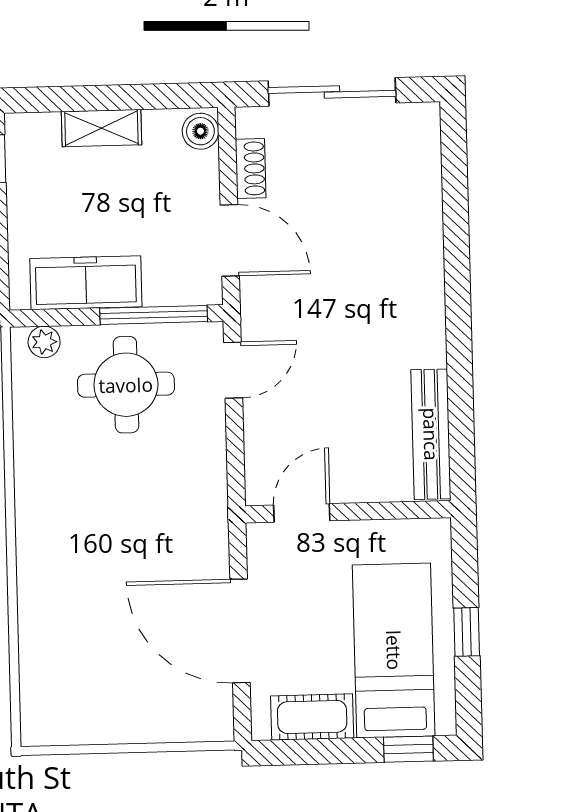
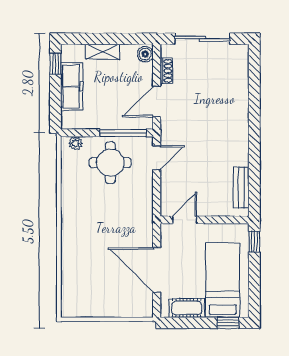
door: (230, 240) -> (157, 102), swing flipped
freezer: (86, 283) -> (72, 87), moved, turned 90
bench: (431, 434) -> (241, 187), width x0.73
window: (467, 632) -> (254, 242), moved

